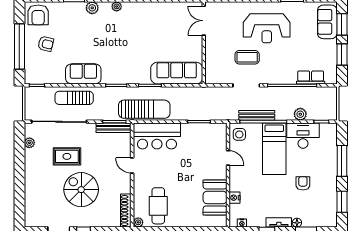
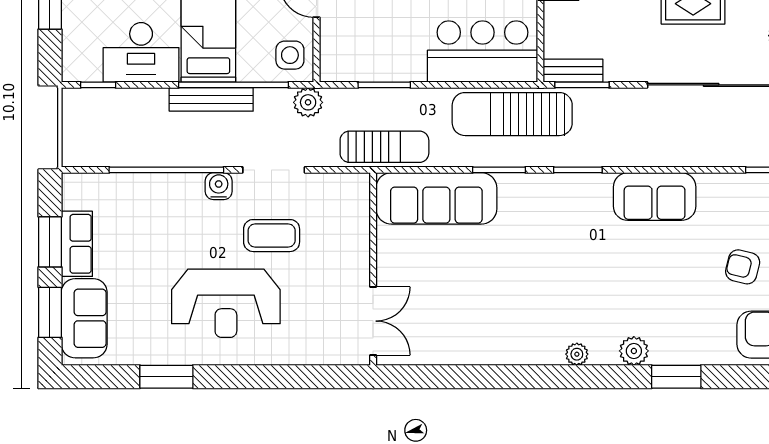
reception desk: (267, 28) -> (226, 303), turned 180
row of seats: (311, 77) -> (77, 244), moved, turned -90
water cooler: (270, 78) -> (219, 186), added
sun lounger: (74, 98) -> (384, 147), moved
plant: (300, 114) -> (308, 102), moved
bench: (257, 115) -> (211, 99), moved
bench: (114, 128) -> (573, 71), width x0.73

